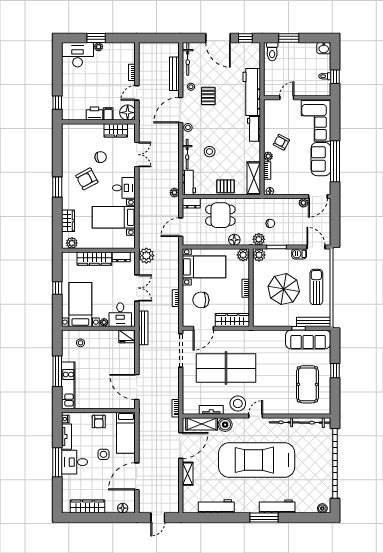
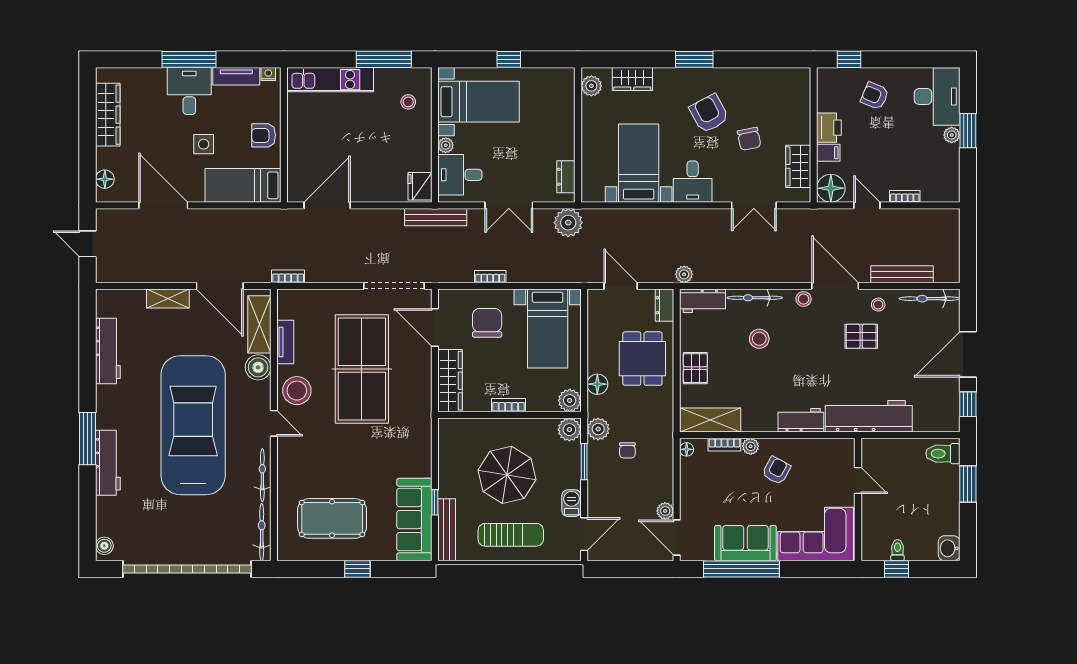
armchair: (77, 89) -> (875, 96), added
wardrobe: (94, 259) -> (563, 127), removed
window: (57, 371) -> (384, 59), moved

